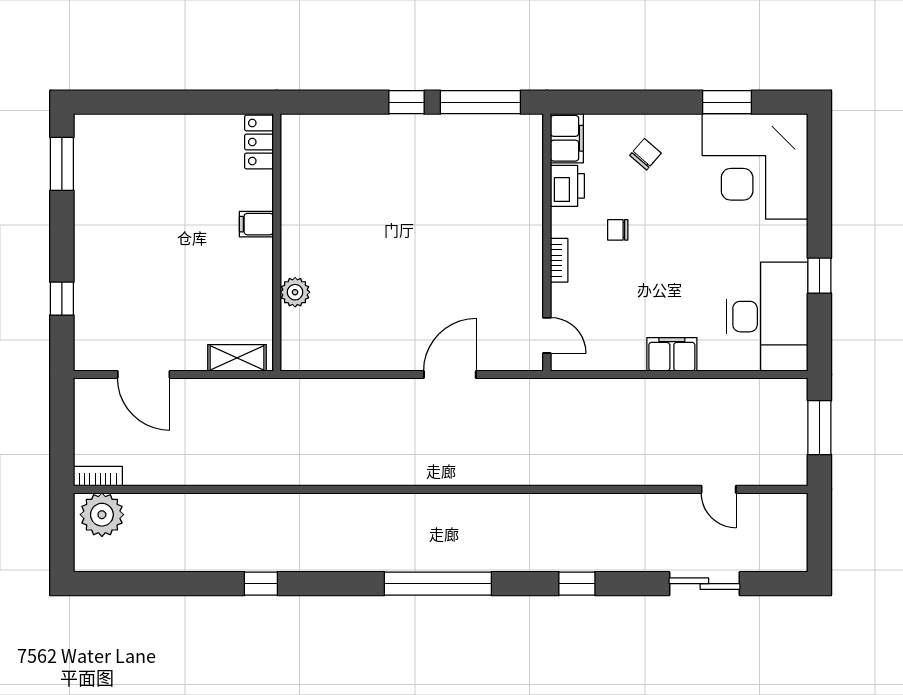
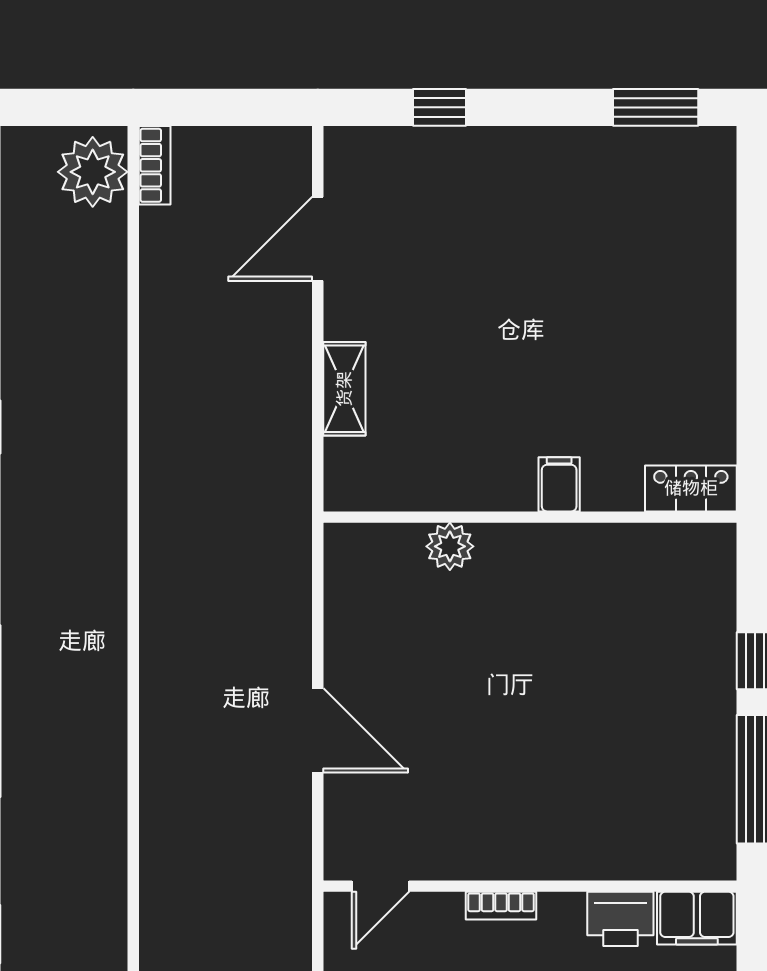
locker: (259, 142) -> (691, 488), moved
filing cabinet: (256, 224) -> (559, 484), moved
wall: (277, 242) -> (530, 517), moved
plant: (295, 292) -> (450, 546), moved

